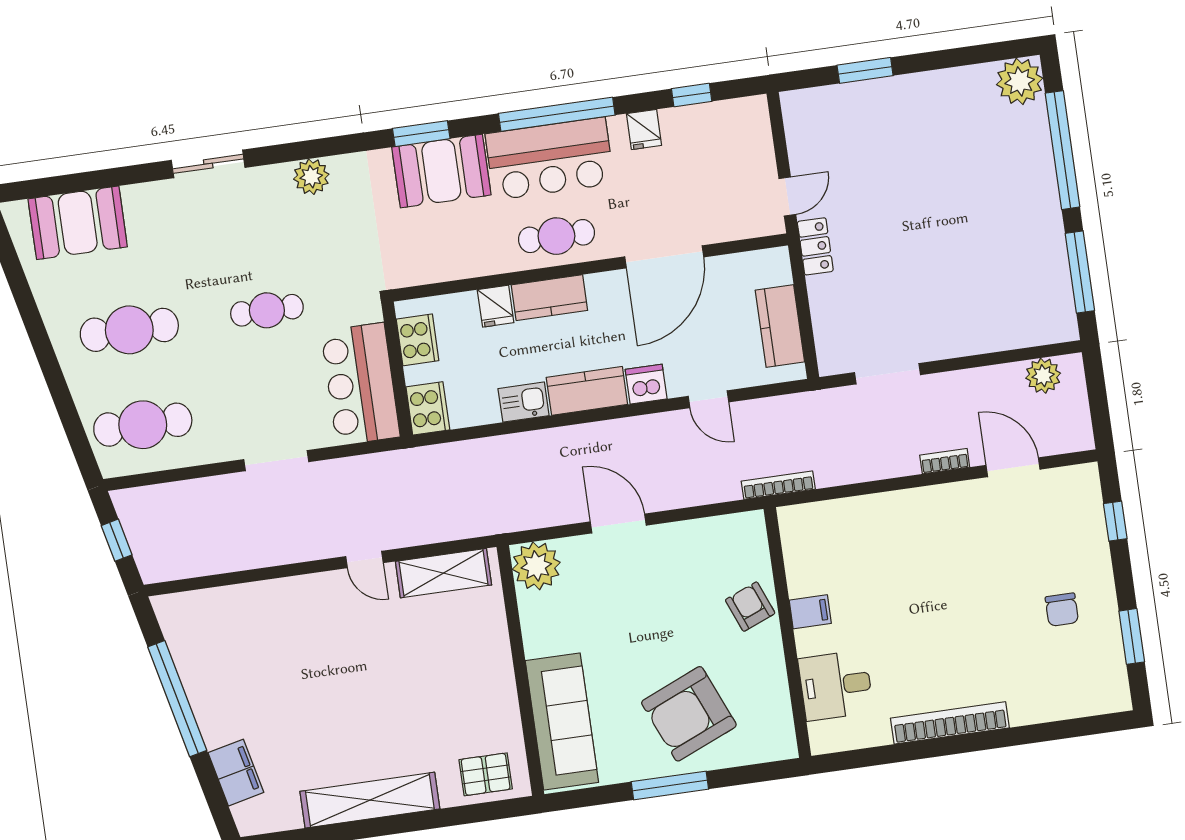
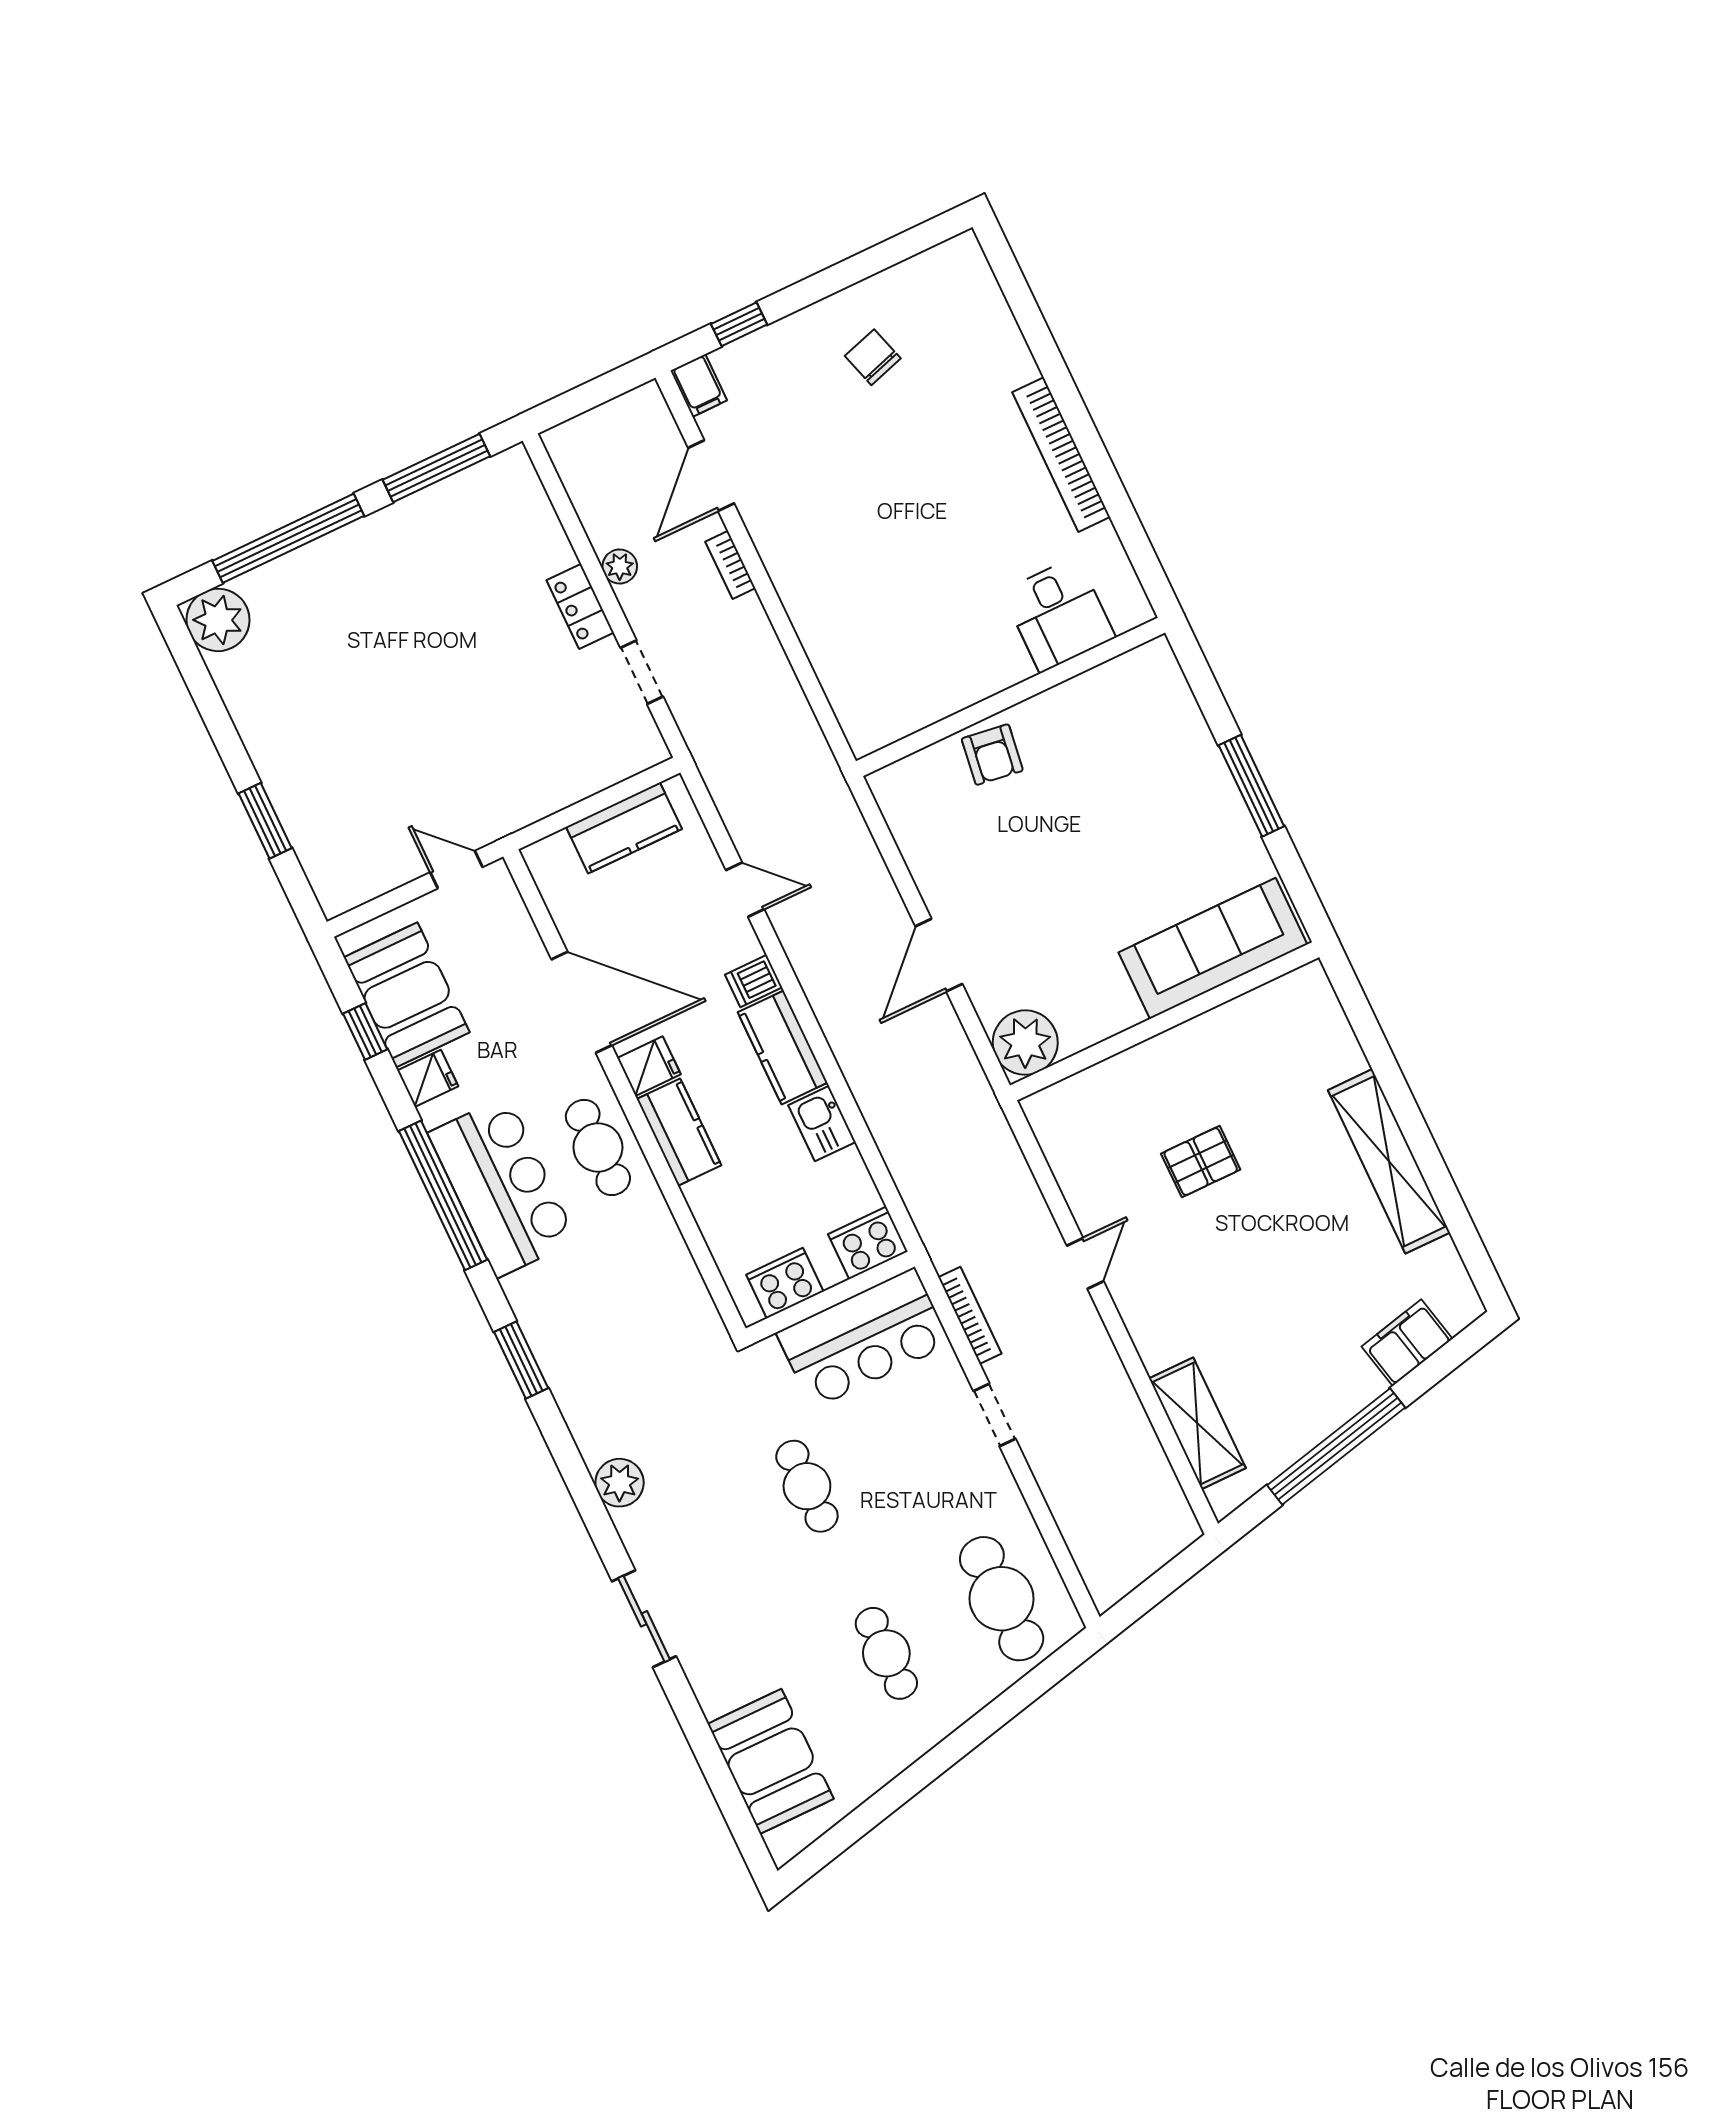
booth: (441, 171) -> (407, 995), moved
locker: (815, 246) -> (580, 606), moved, turned -90
fridge: (496, 306) -> (649, 1066), moved
cafe table: (129, 330) -> (886, 1653), width x0.73, depth x0.74
doorway: (888, 374) -> (642, 672), width x0.73
plant: (1043, 376) -> (620, 566), moved, width x0.73, depth x0.73
dishwasher: (646, 384) -> (754, 981), width x0.73
door: (708, 399) -> (745, 890), hinge flipped
doorway: (276, 461) -> (994, 1415), width x0.73
bookcase: (778, 485) -> (970, 1315), moved, turned 180
window: (117, 540) -> (1159, 1586), removed
shelving: (443, 573) -> (1197, 1423), moved
armchair: (750, 607) -> (992, 755), turned -60
chair: (1062, 610) -> (873, 357), turned -107
filing cabinet: (810, 612) -> (699, 385), moved, turned 180
window: (1132, 636) -> (879, 258), removed
armchair: (689, 714) -> (1153, 790), removed
pallet: (486, 774) -> (1201, 1162), moved, turned 90

